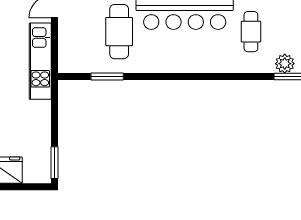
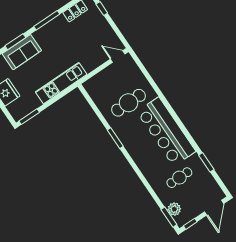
kitchen unit: (40, 61) -> (61, 83), moved
window: (107, 77) -> (115, 138), moved

